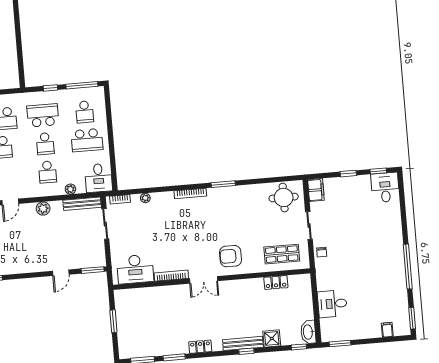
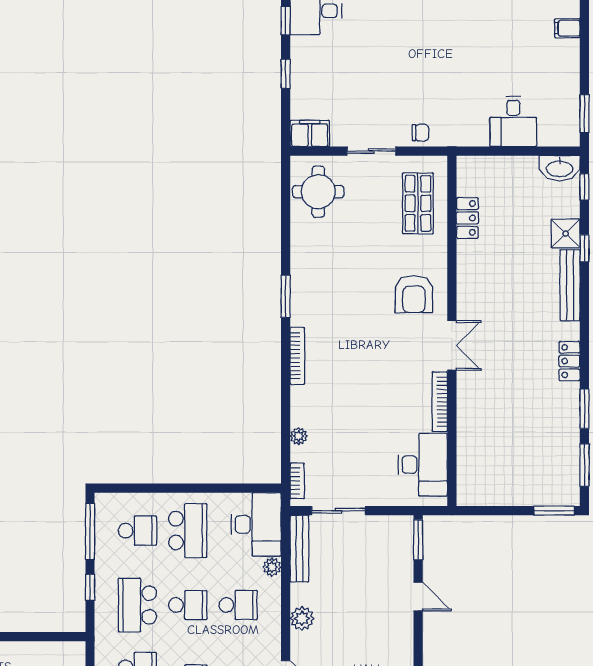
desk: (99, 178) -> (256, 524), width x1.37
window: (113, 321) -> (554, 511), moved
window: (246, 351) -> (584, 248), moved

